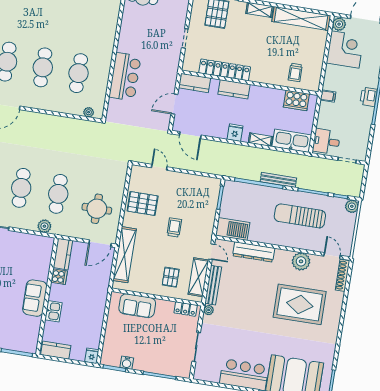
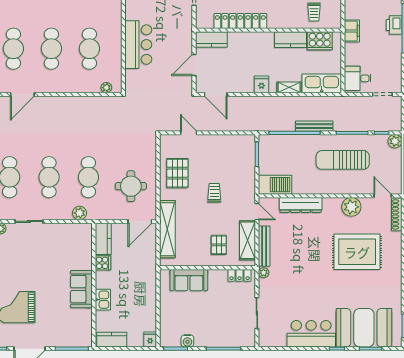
kitchen counter: (234, 89) -> (290, 40), moved
filing cabinet: (328, 96) -> (352, 31), width x2.00
pallet: (143, 203) -> (177, 173), turned 90

